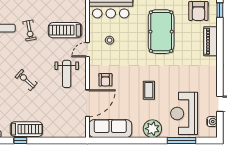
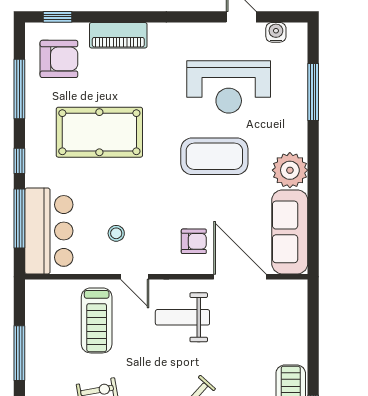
weight bench: (67, 74) -> (182, 317), turned 180
coffee table: (149, 90) -> (214, 156), width x1.86, depth x1.72
reception desk: (184, 113) -> (229, 87), moved
plant: (152, 129) -> (290, 170), moved

